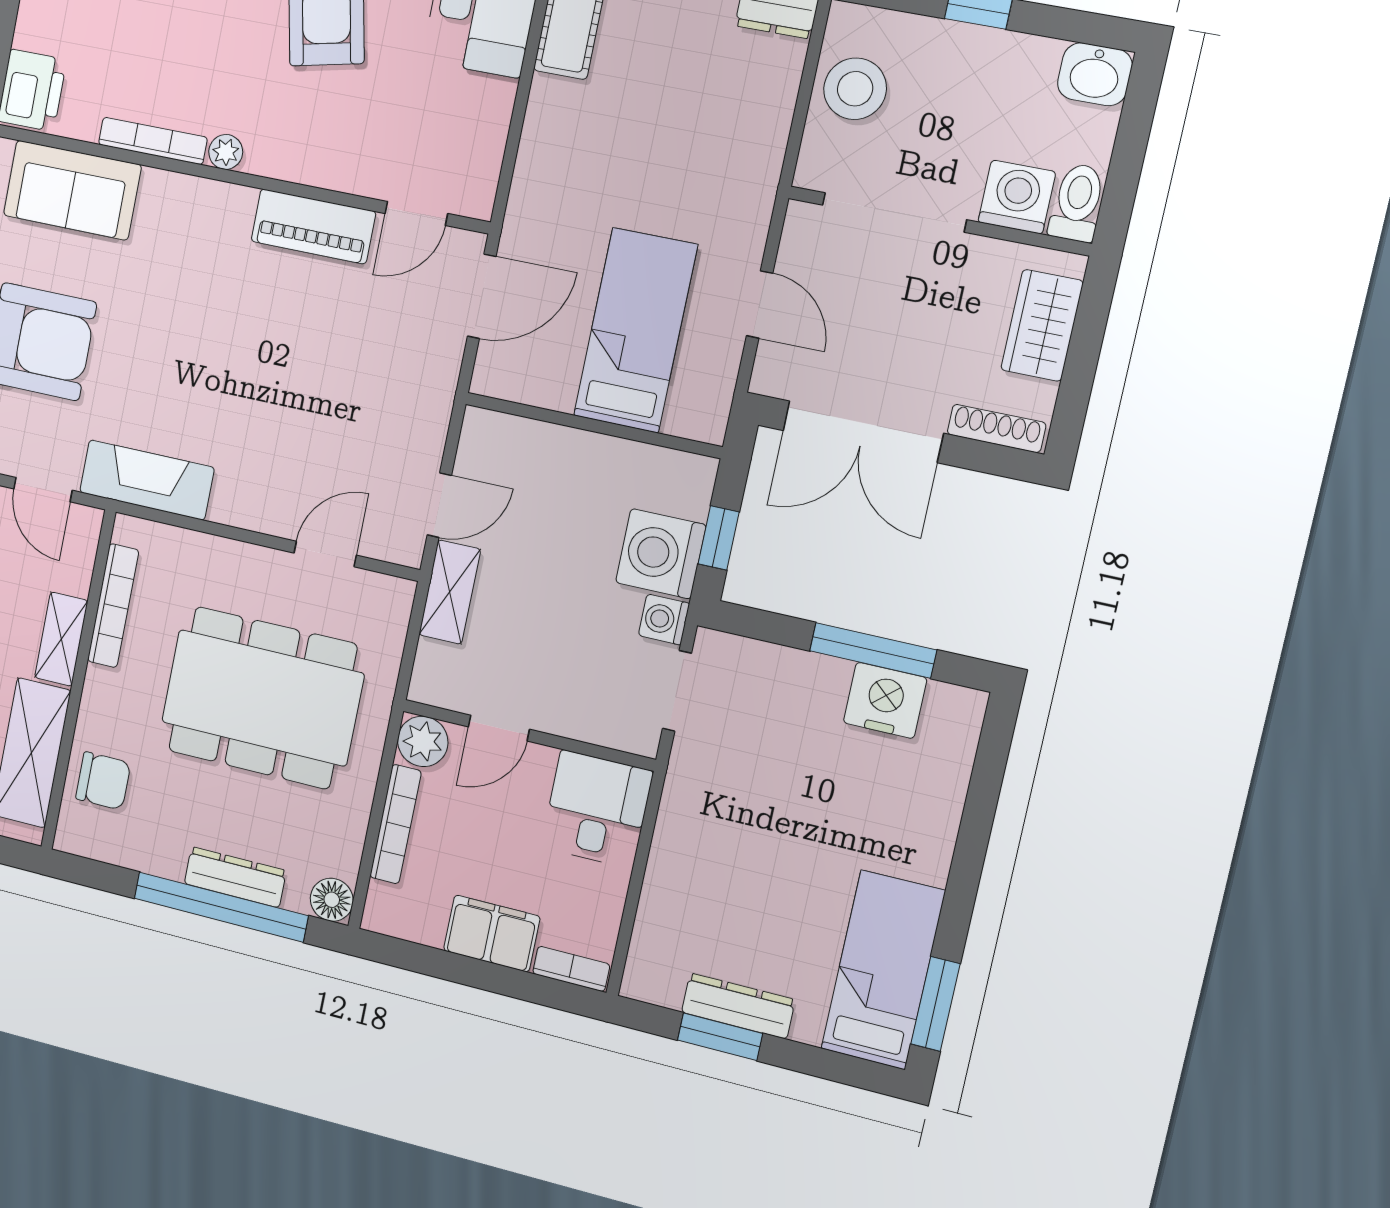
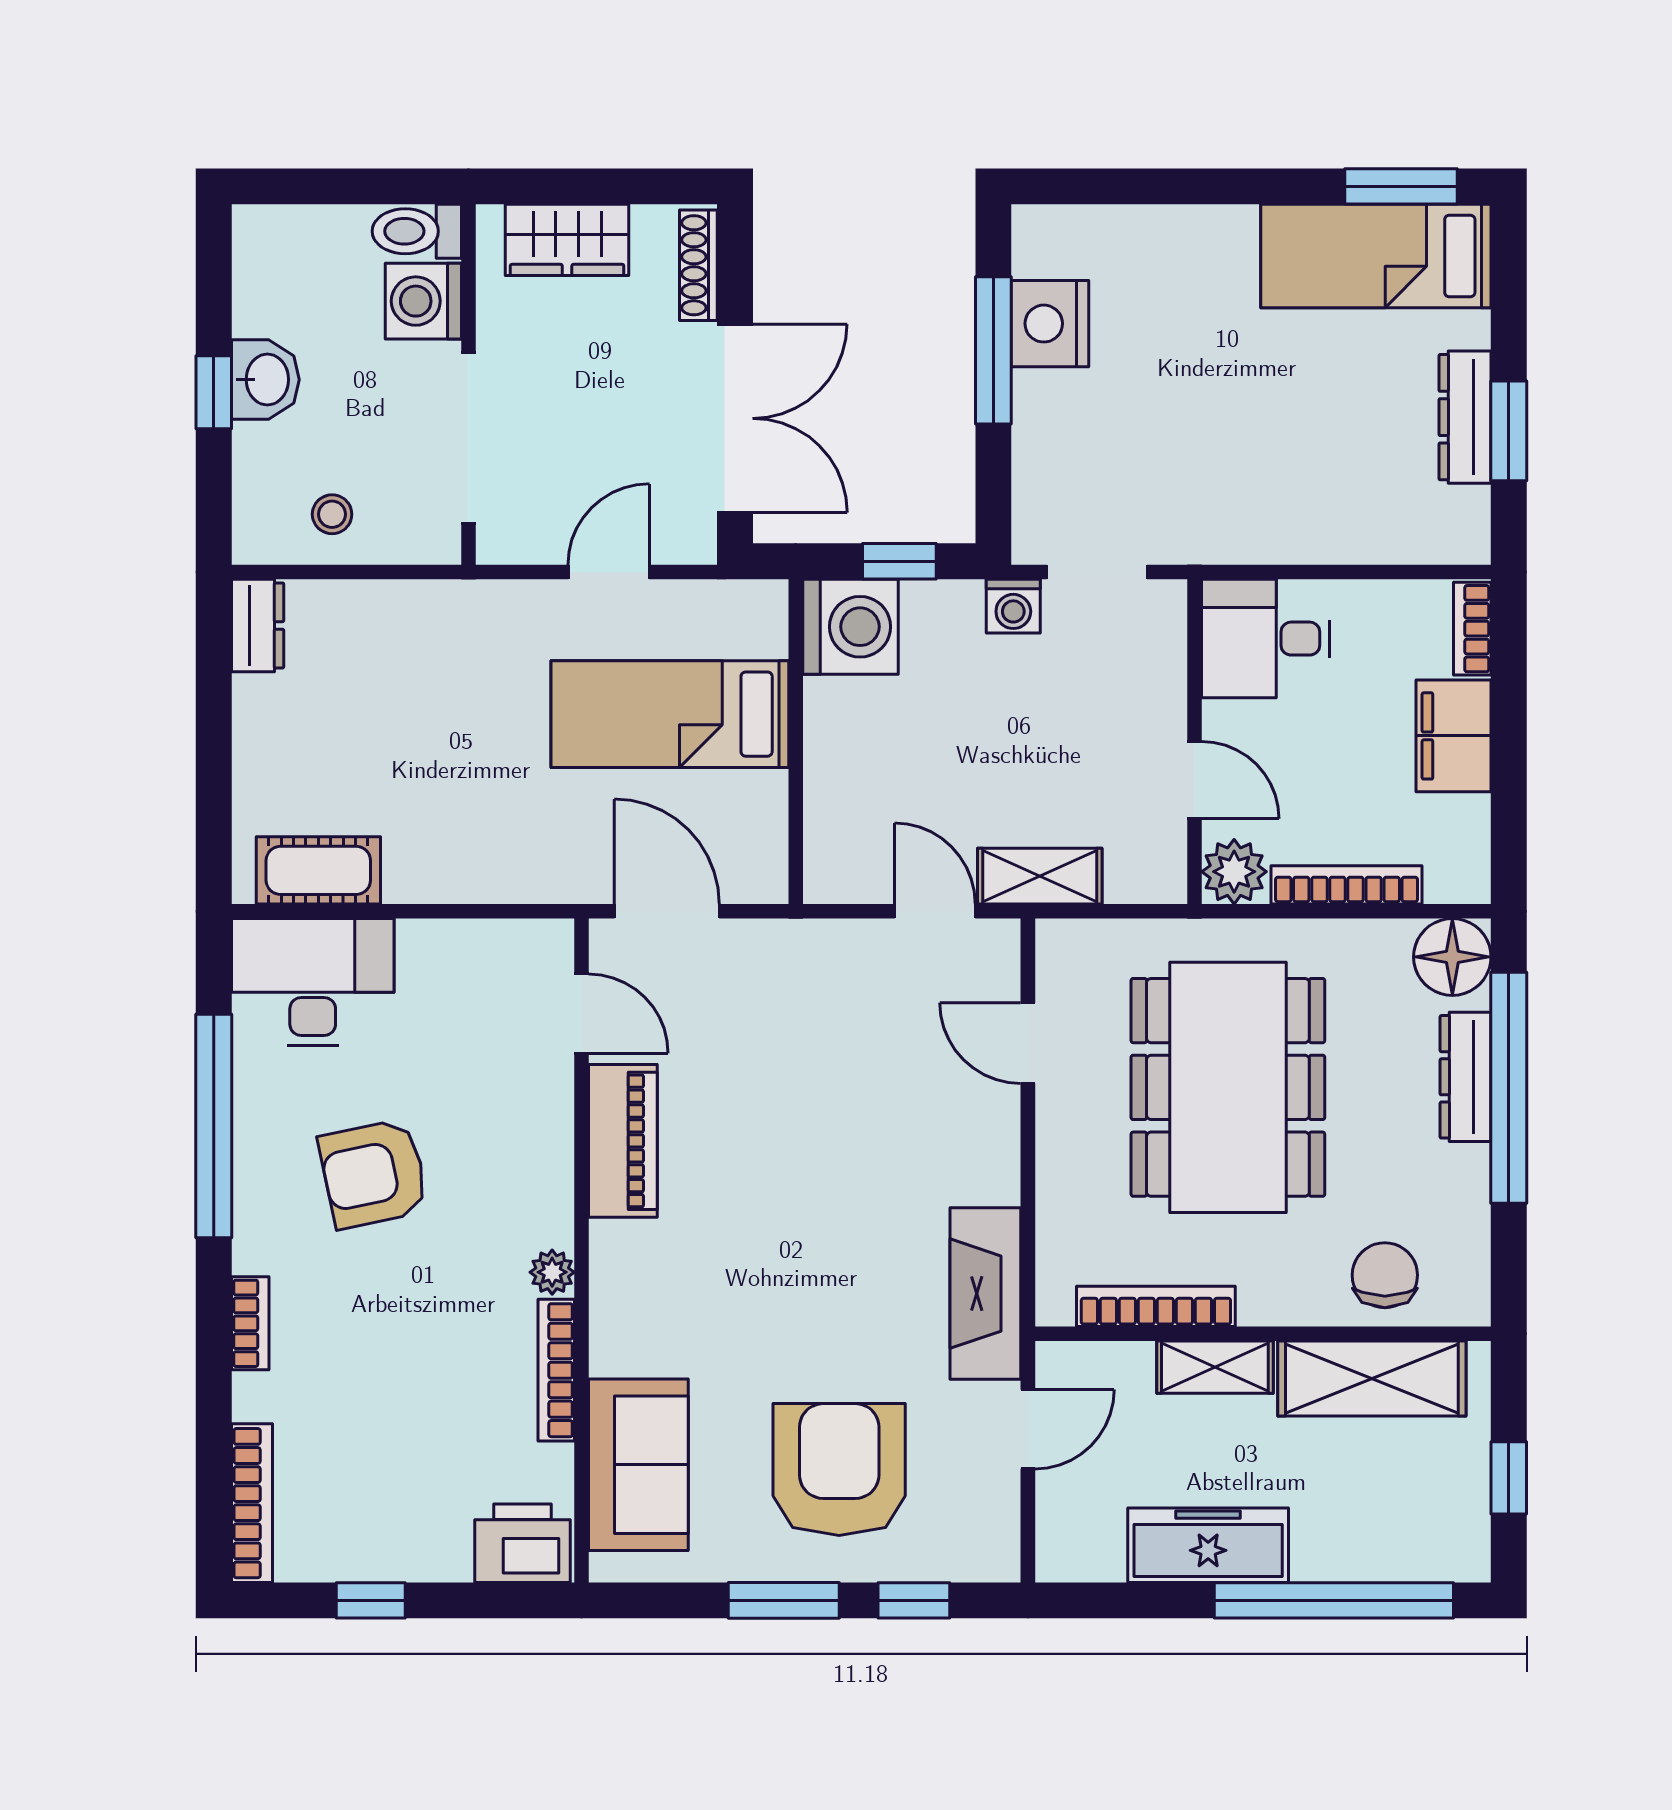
washbasin: (1095, 74) -> (265, 380), moved
stool: (855, 89) -> (332, 514), width x0.53, depth x0.53
washing machine: (661, 554) -> (850, 627), moved, turned -90
floor lamp: (332, 900) -> (1452, 957), width x1.38, depth x1.38

